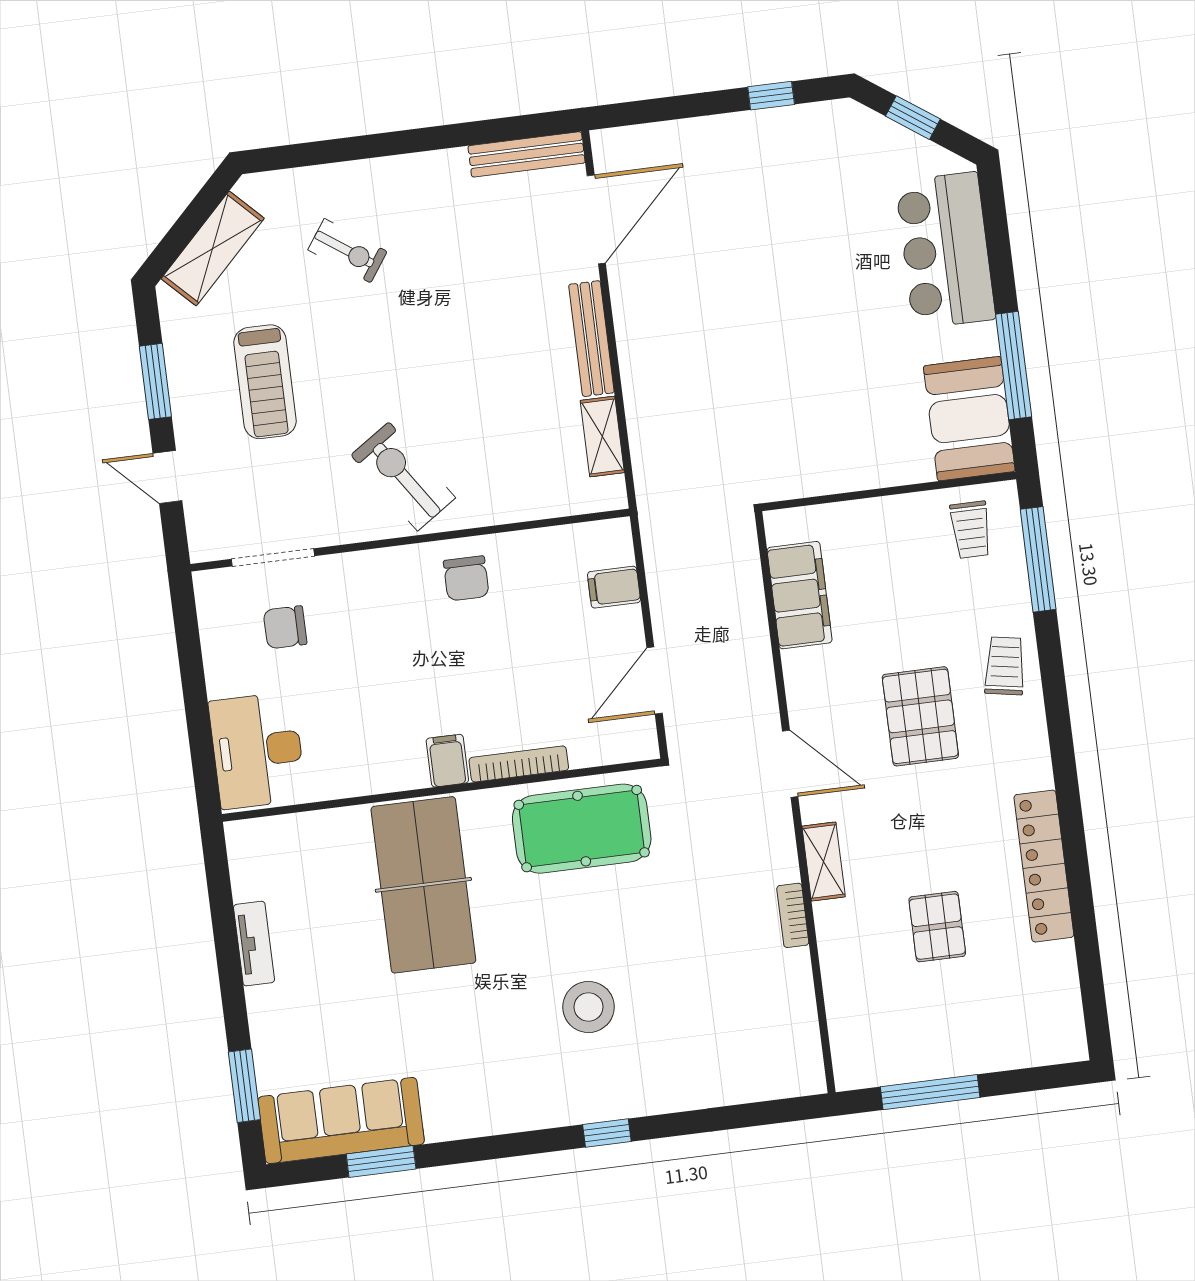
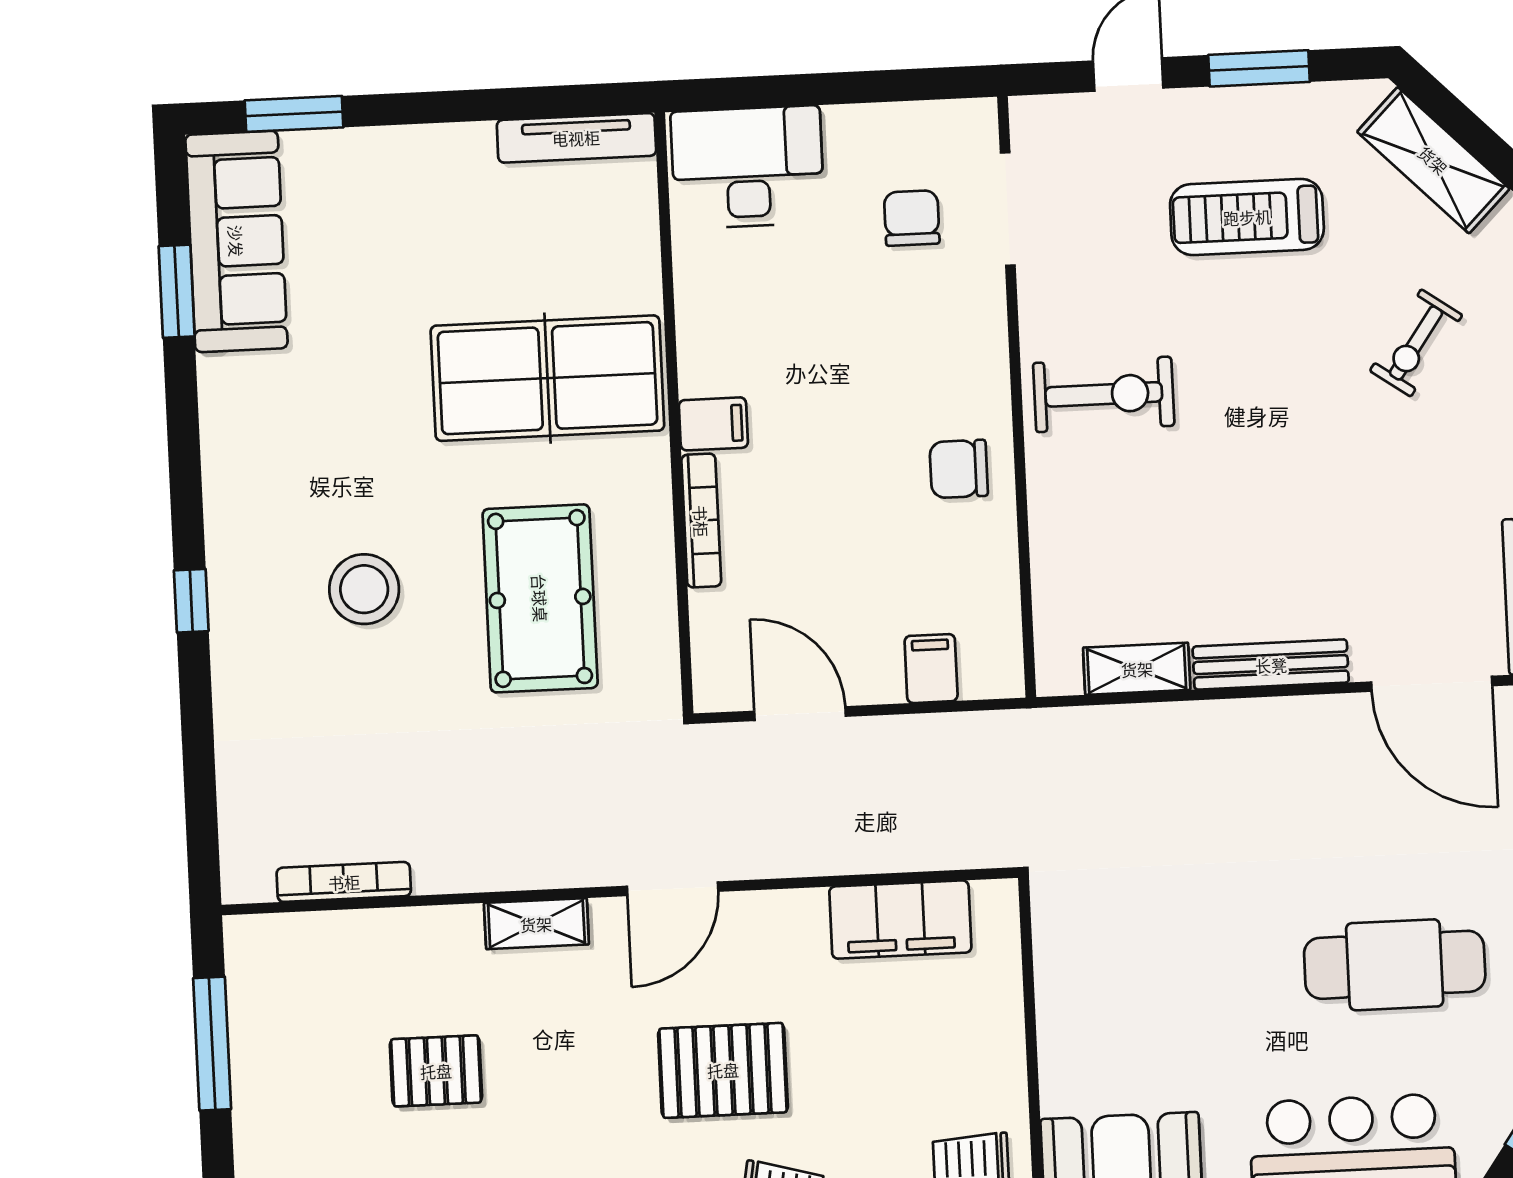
cafe table: (804, 230) -> (1395, 965), added
exercise bike: (403, 476) -> (1104, 394), turned 34
pool table: (582, 829) -> (540, 598), moved
bookcase: (793, 915) -> (344, 882), moved, width x1.56
tv unit: (254, 944) -> (576, 138), moved, width x1.41

